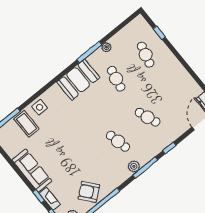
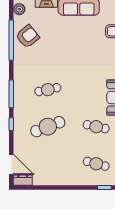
cafe table: (148, 117) -> (48, 127), width x1.37, depth x1.35
plant: (134, 166) -> (19, 86), removed

